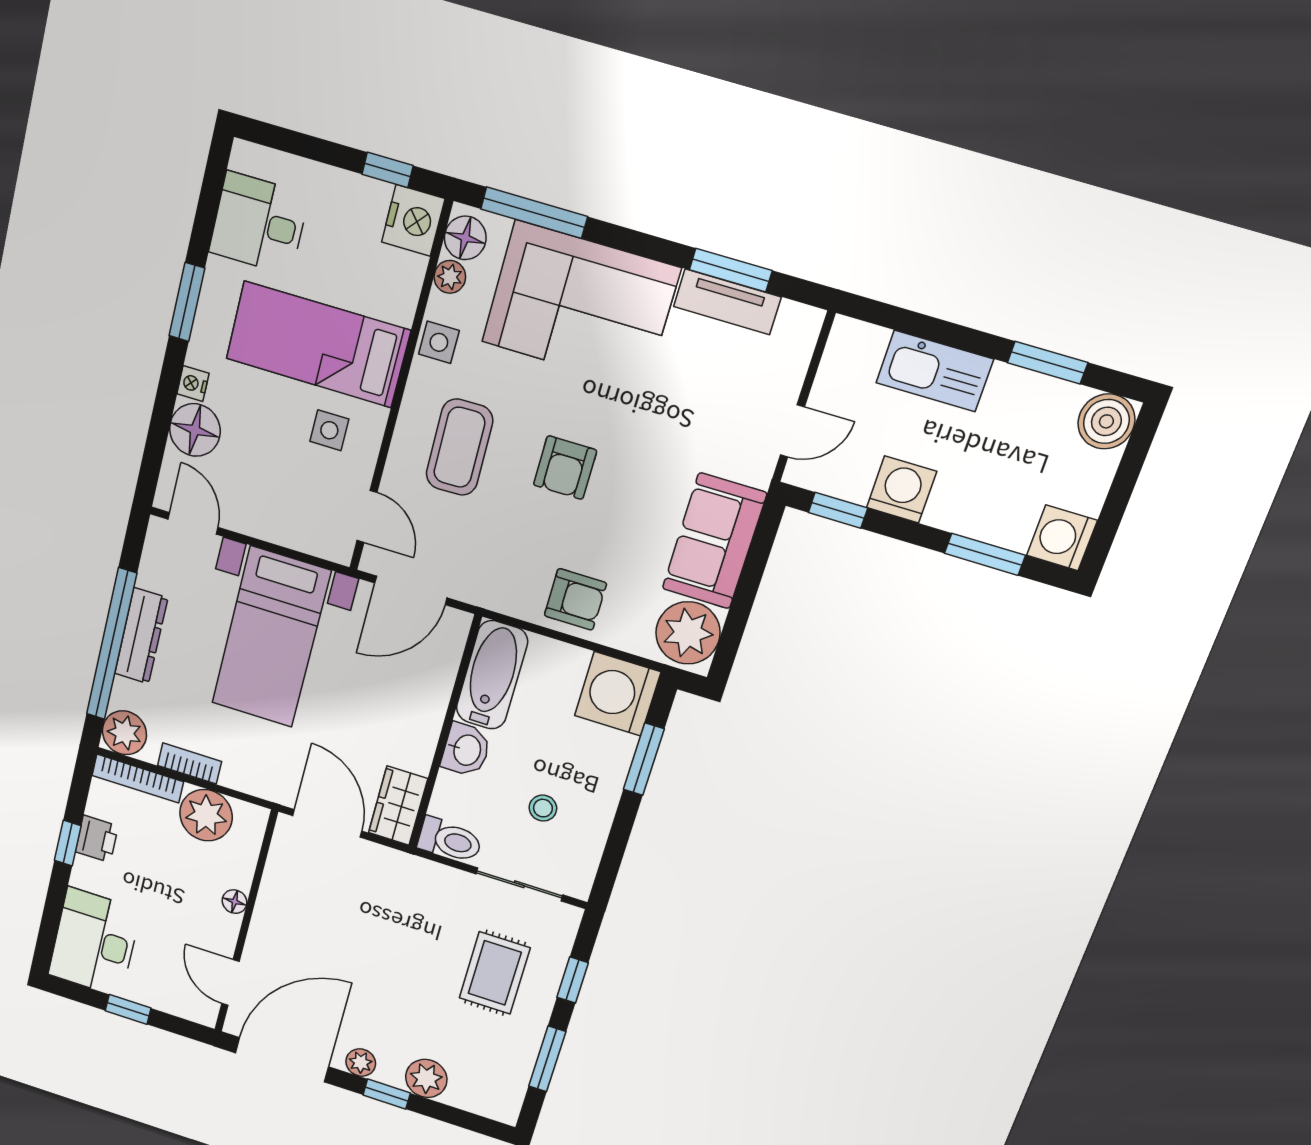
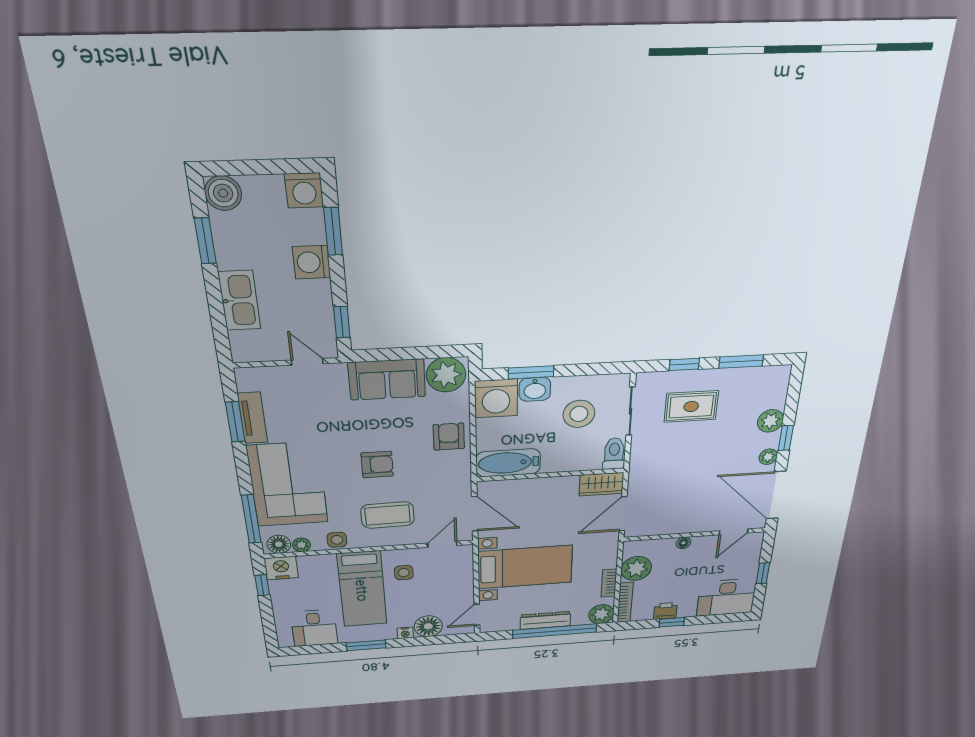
washing machine: (902, 489) -> (312, 262), moved
washbasin: (466, 750) -> (535, 389), moved, turned 180
stool: (543, 808) -> (579, 414), width x1.89, depth x1.89

